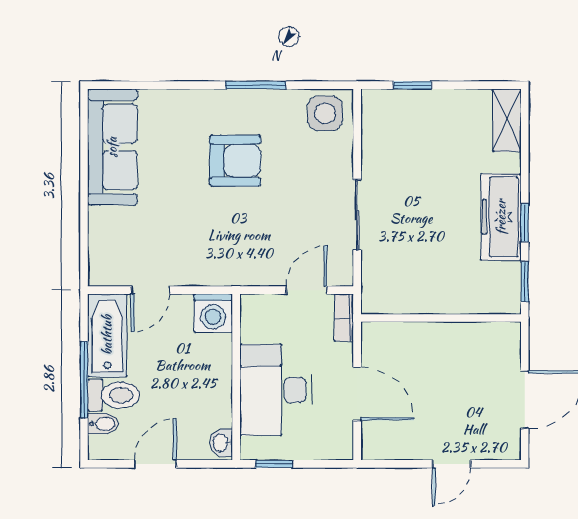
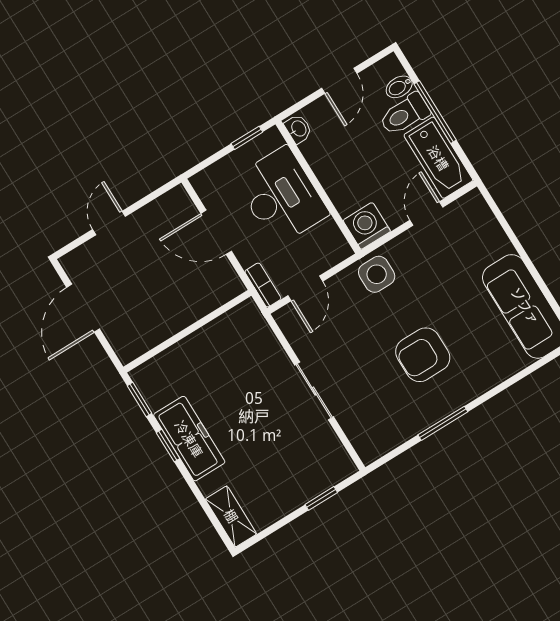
side table: (325, 113) -> (377, 274), moved
sliding door: (357, 215) -> (314, 391), moved

